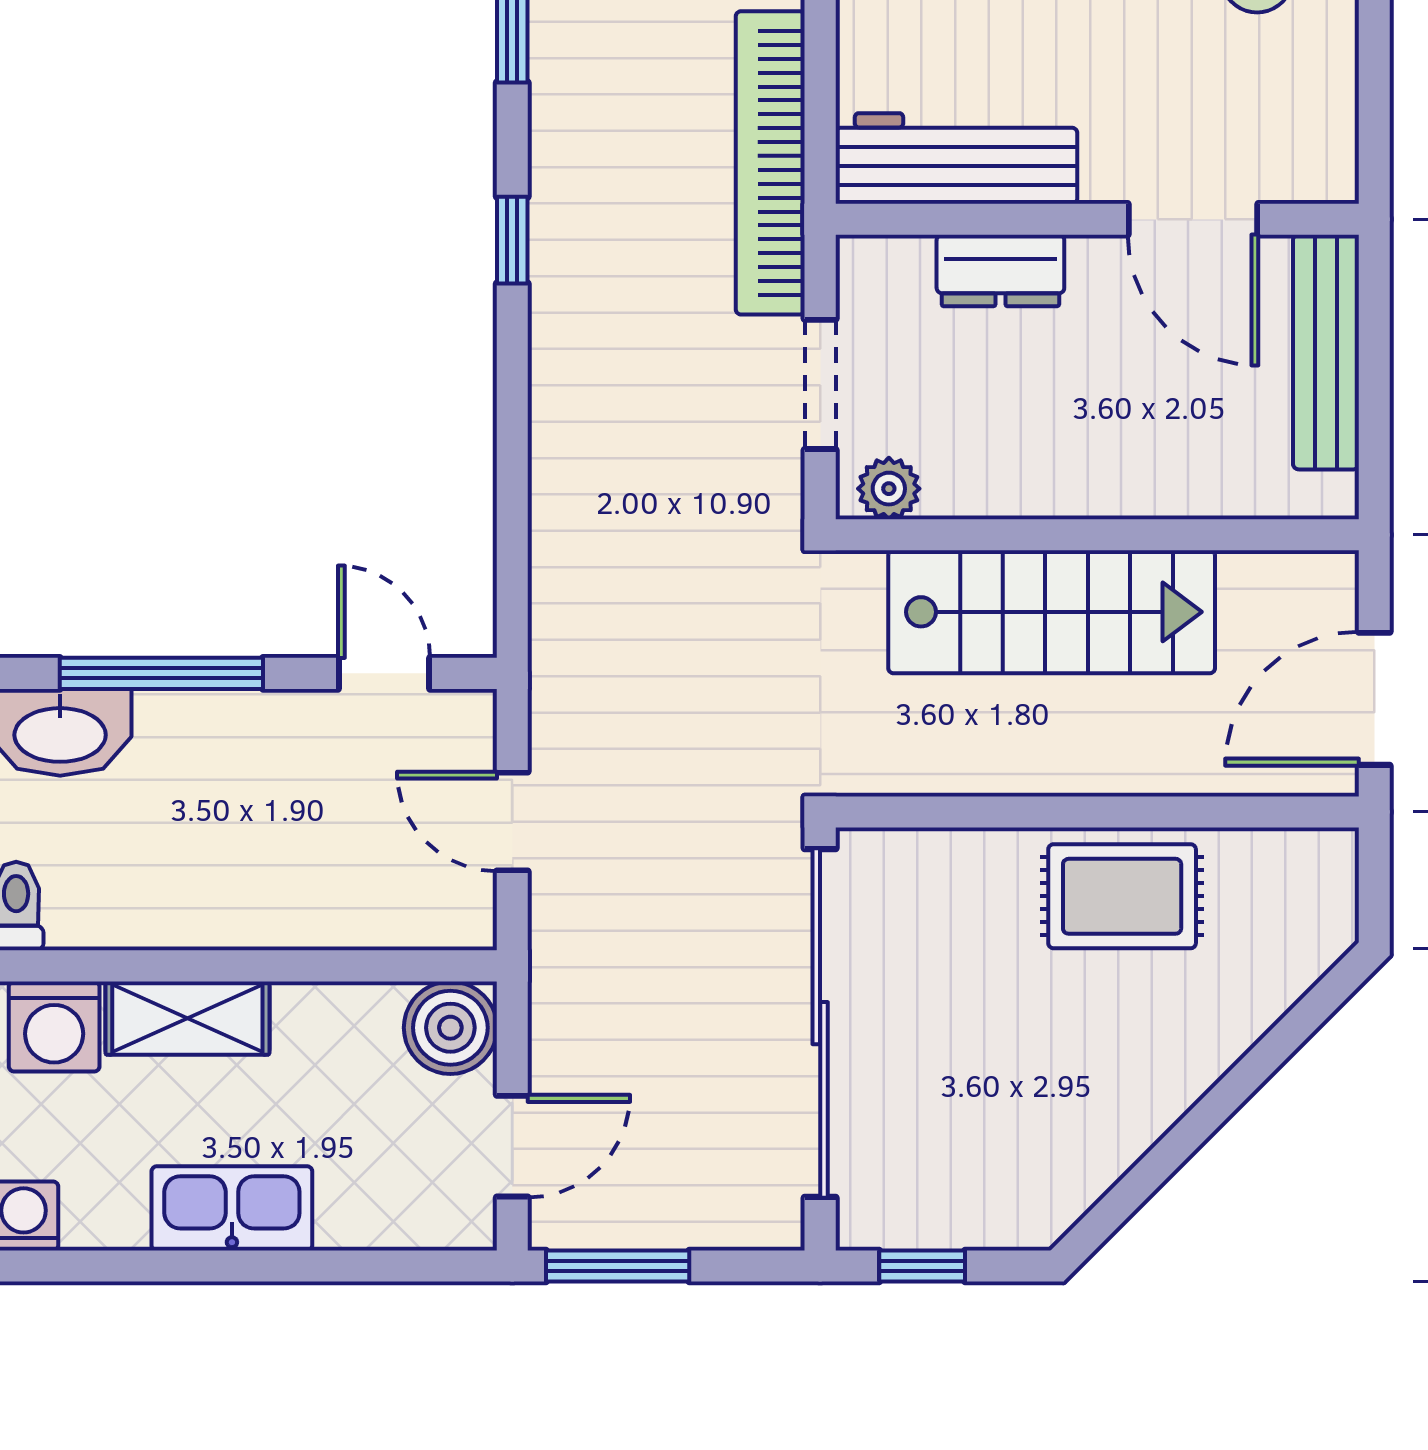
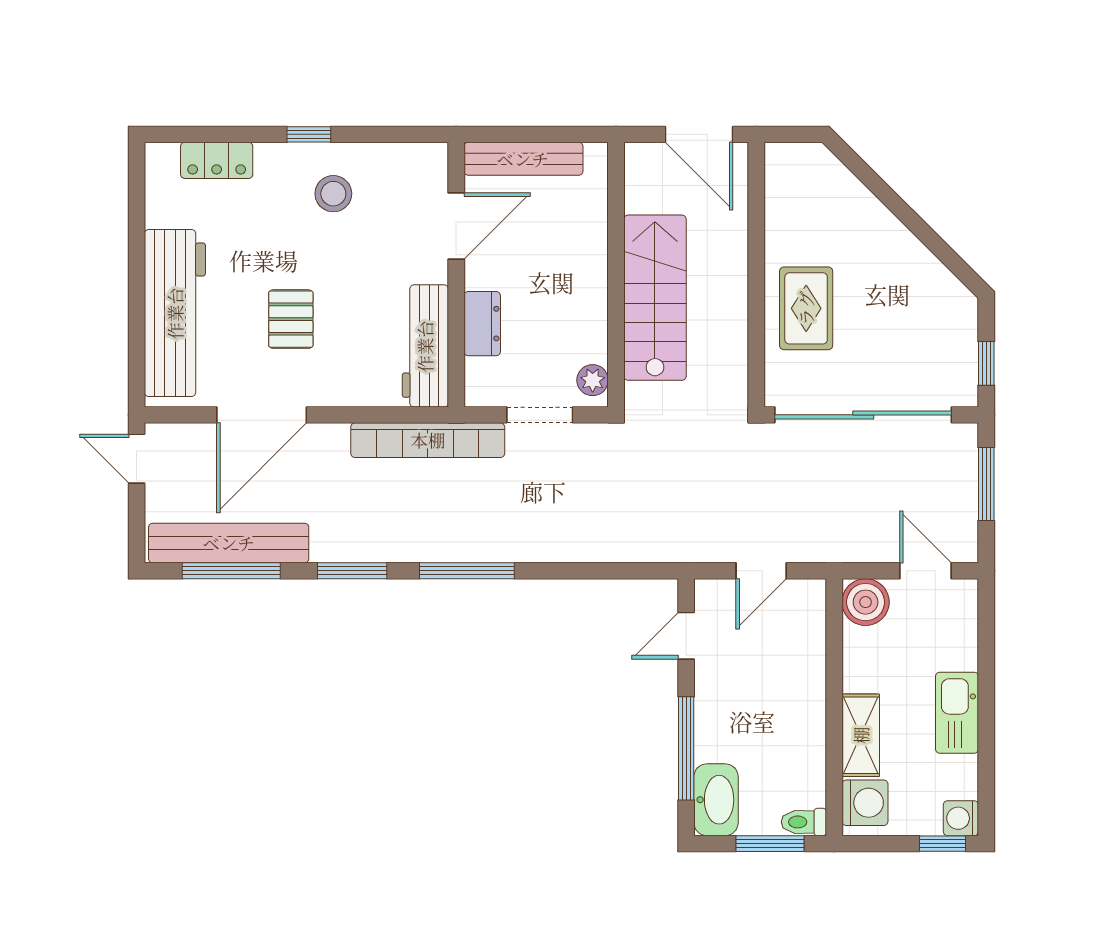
window: (512, 240) -> (467, 571), width x2.17
rug: (1122, 896) -> (806, 308), moved
window: (618, 1266) -> (986, 484), moved

